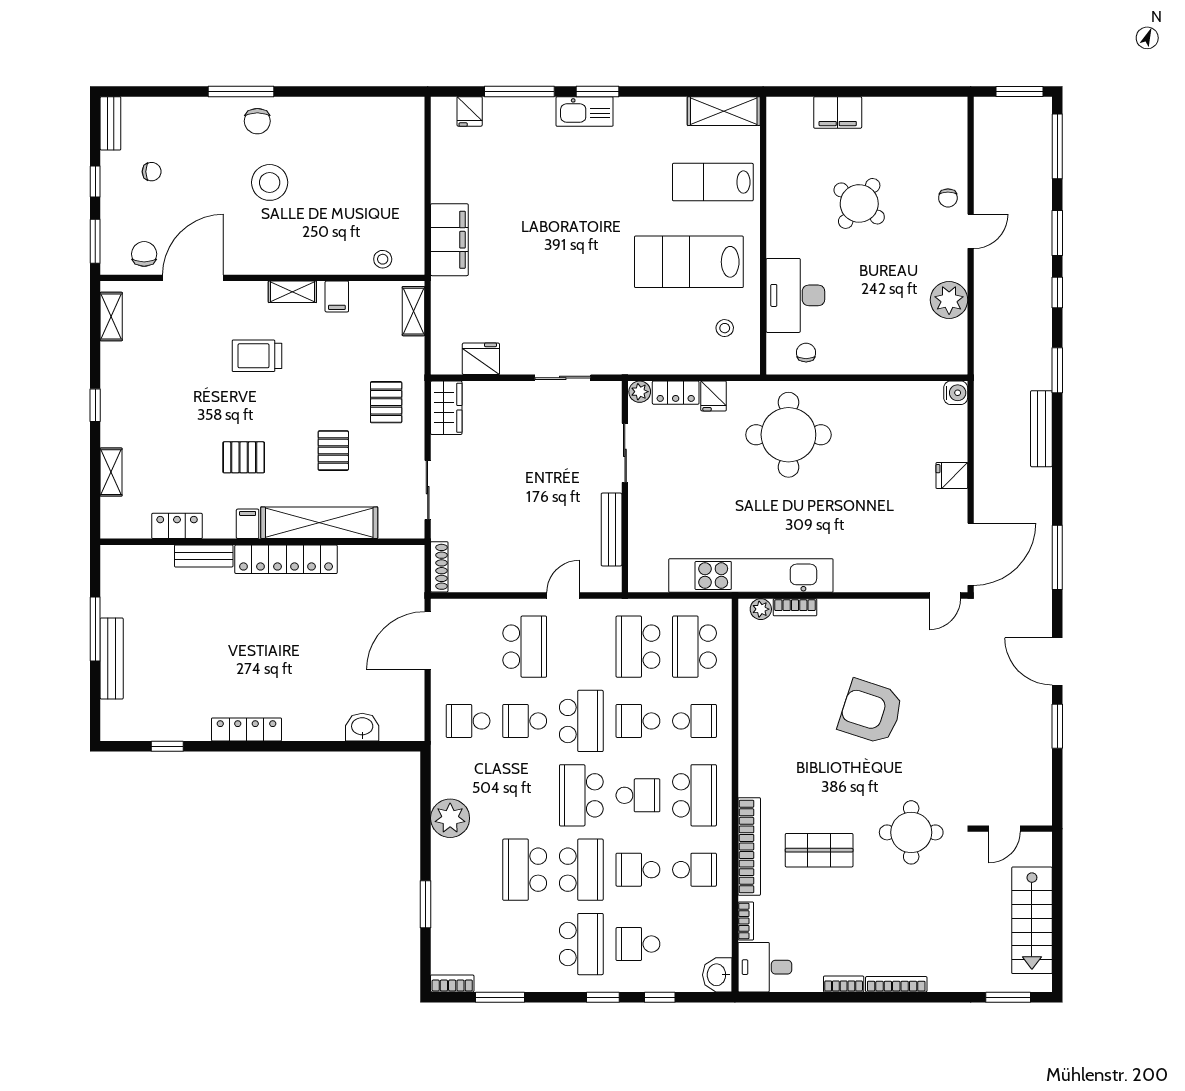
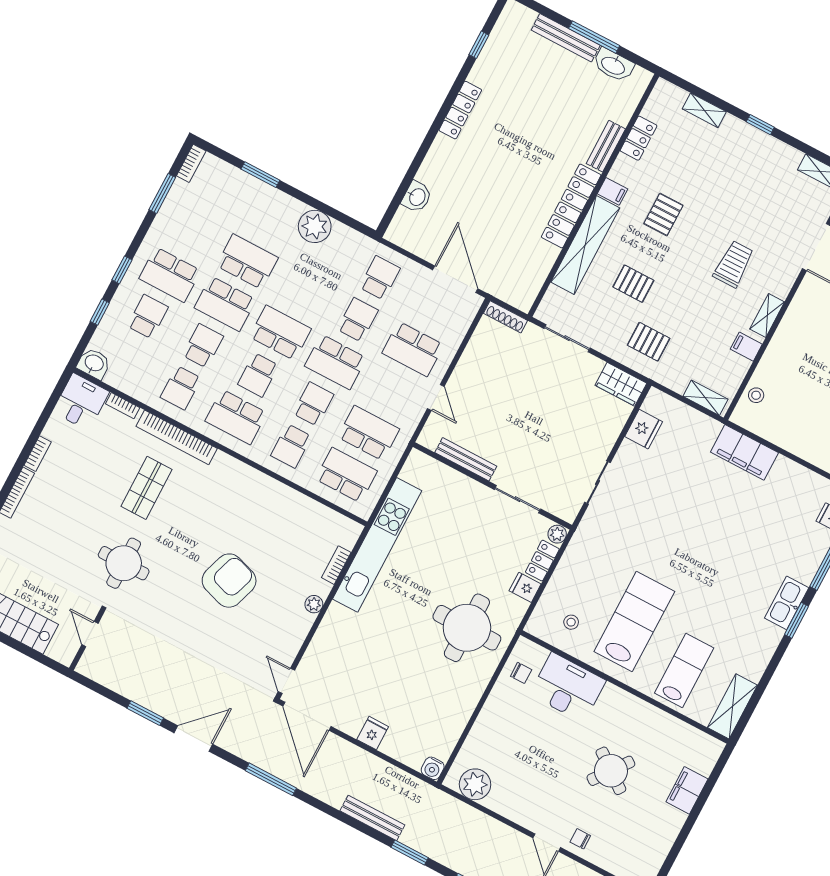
plant: (949, 300) -> (475, 784), moved
washbasin: (114, 593) -> (613, 65), added
plant: (761, 609) -> (314, 604), moved

